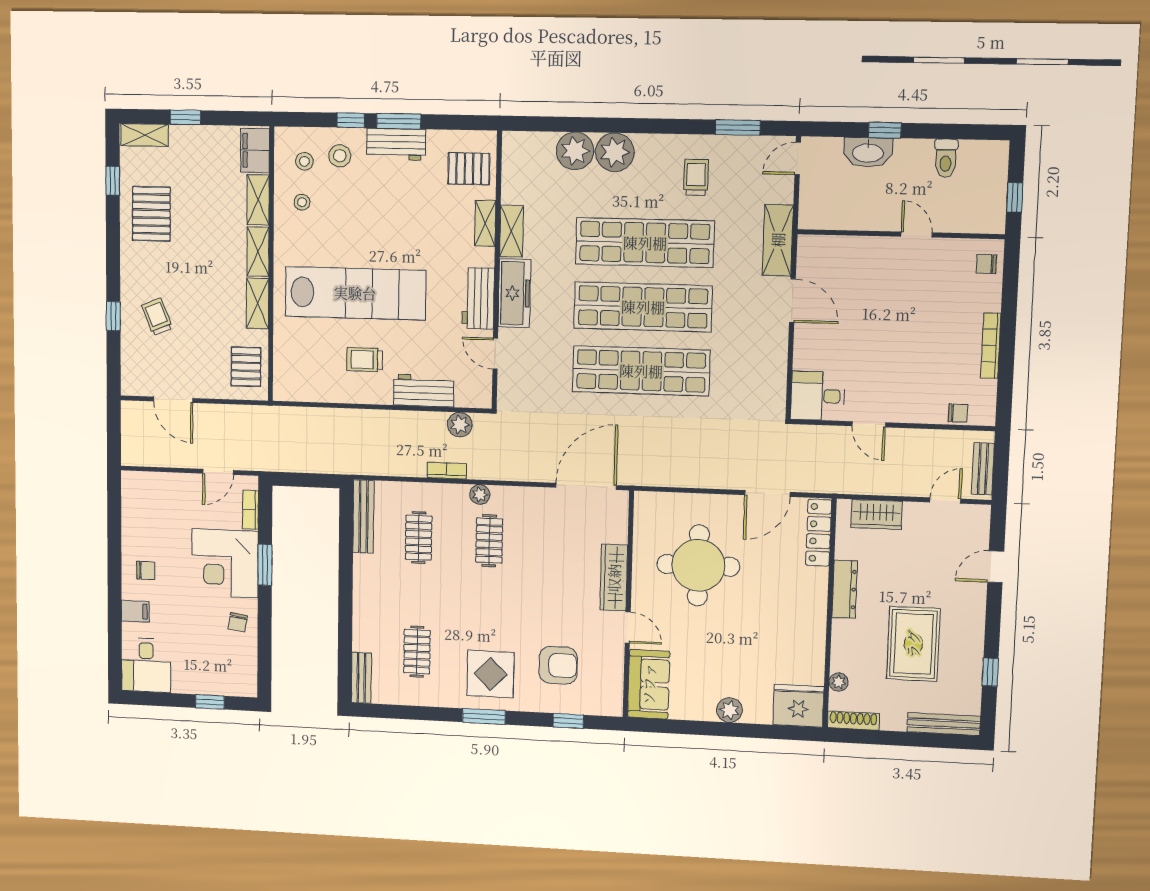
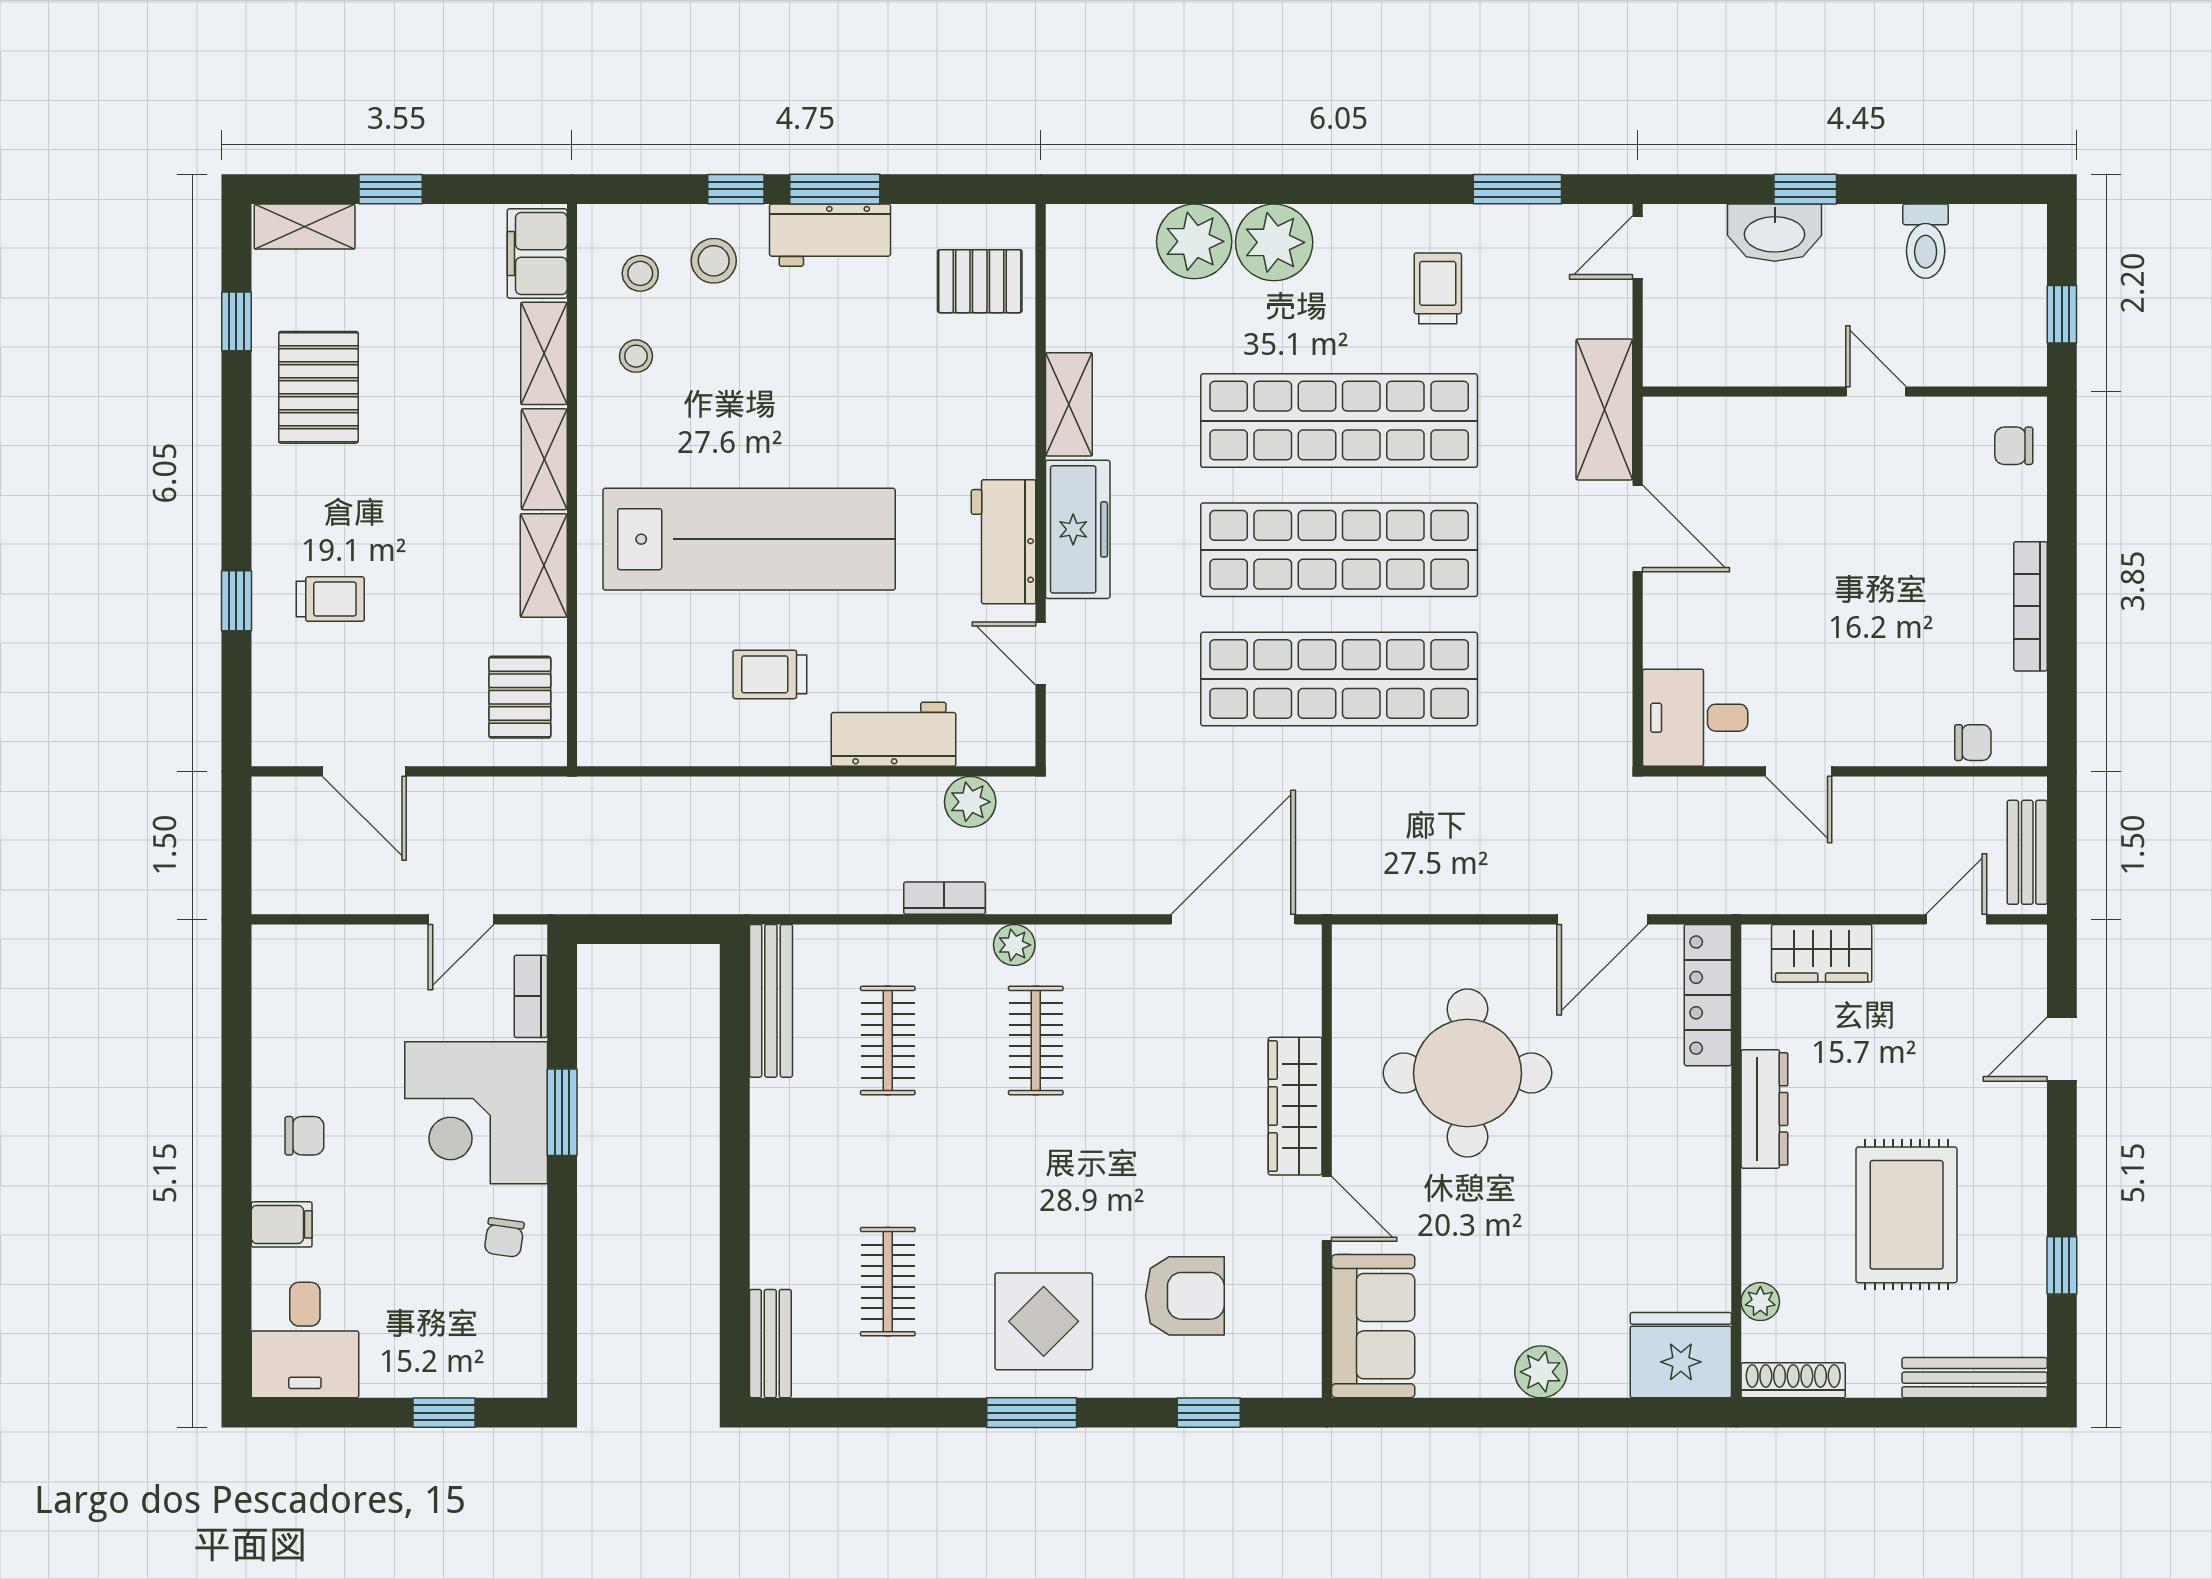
shelving: (485, 223) -> (1015, 390), removed
trolley: (157, 317) -> (330, 599), turned 112

